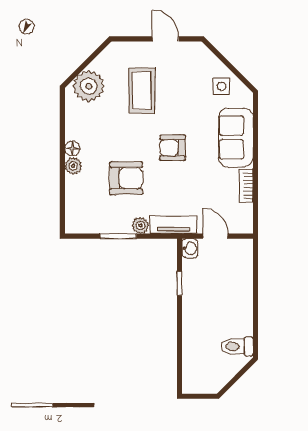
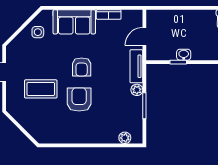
plant: (89, 86) -> (38, 127), removed
floor lamp: (72, 149) -> (82, 138), removed
plant: (73, 166) -> (125, 138), moved
armchair: (126, 178) -> (79, 99), moved
washbasin: (190, 248) -> (184, 55), moved

